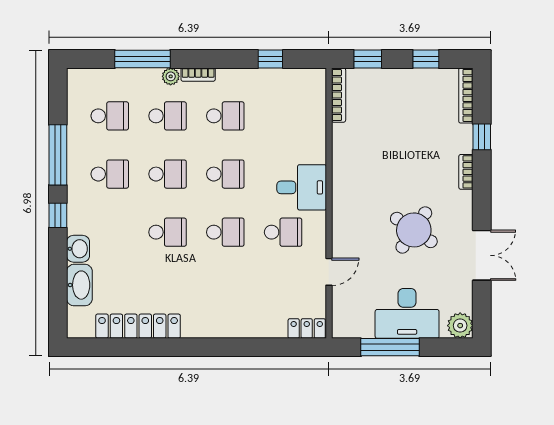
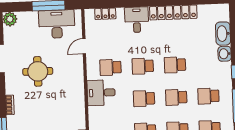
round table: (414, 230) -> (38, 71), turned -34
desk: (407, 313) -> (57, 24), moved
desk: (233, 316) -> (137, 20), added
locker: (138, 326) -> (173, 12), moved
locker: (307, 329) -> (105, 14), moved

